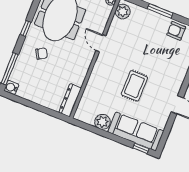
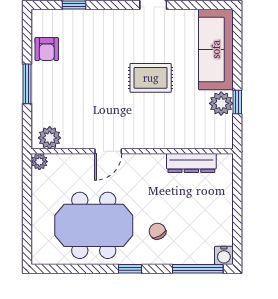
dresser: (70, 100) -> (191, 163), moved
window: (141, 148) -> (237, 102), moved

